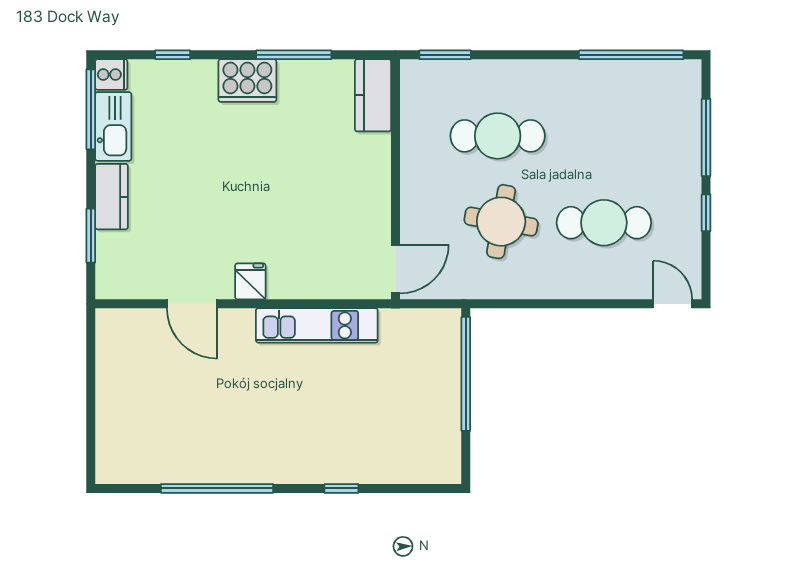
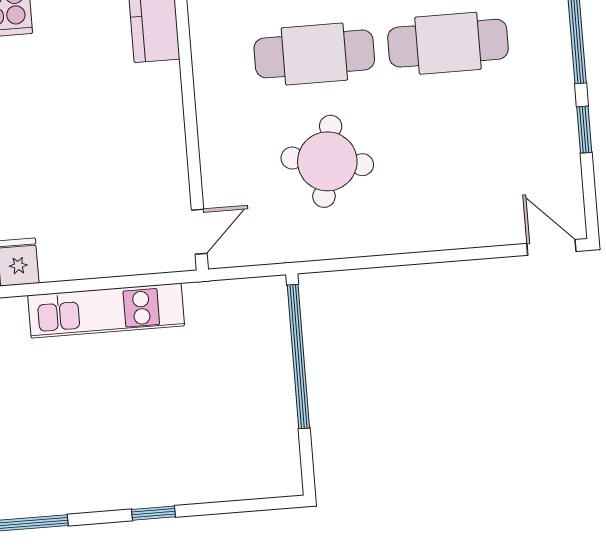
cafe table: (604, 223) -> (448, 43), moved
door: (395, 269) -> (199, 232), width x0.73

